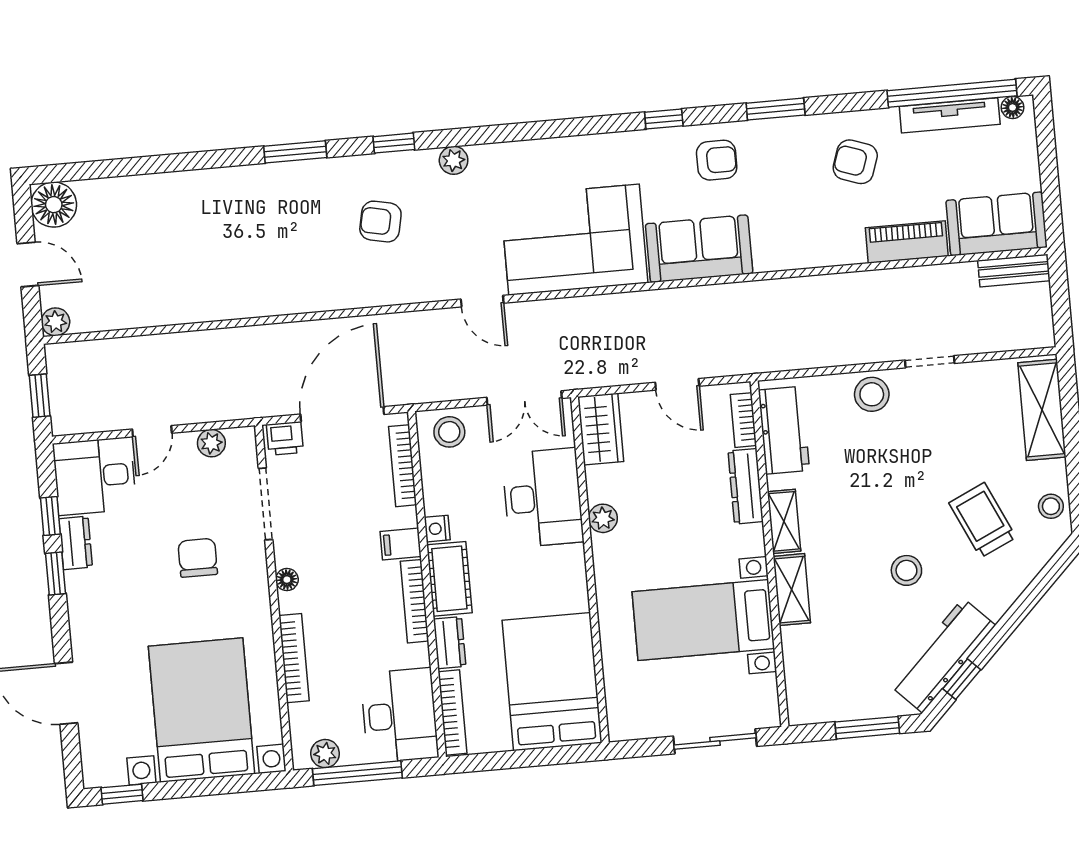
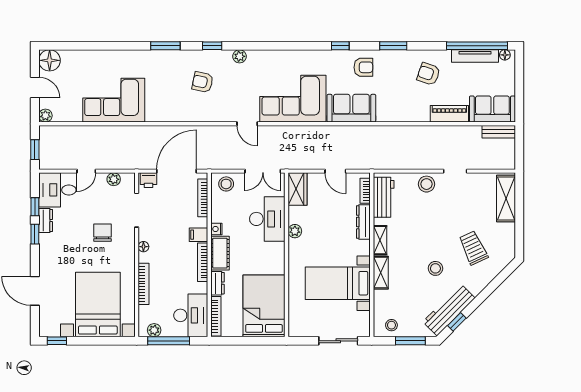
corner sofa: (196, 276) -> (114, 100), added
stool: (1051, 506) -> (391, 325), moved

